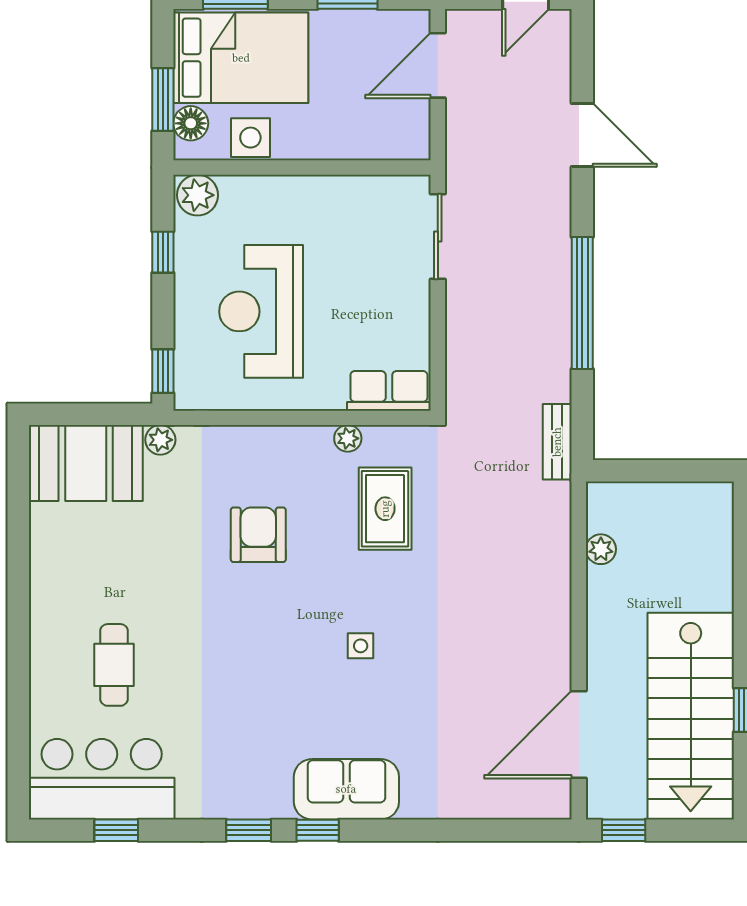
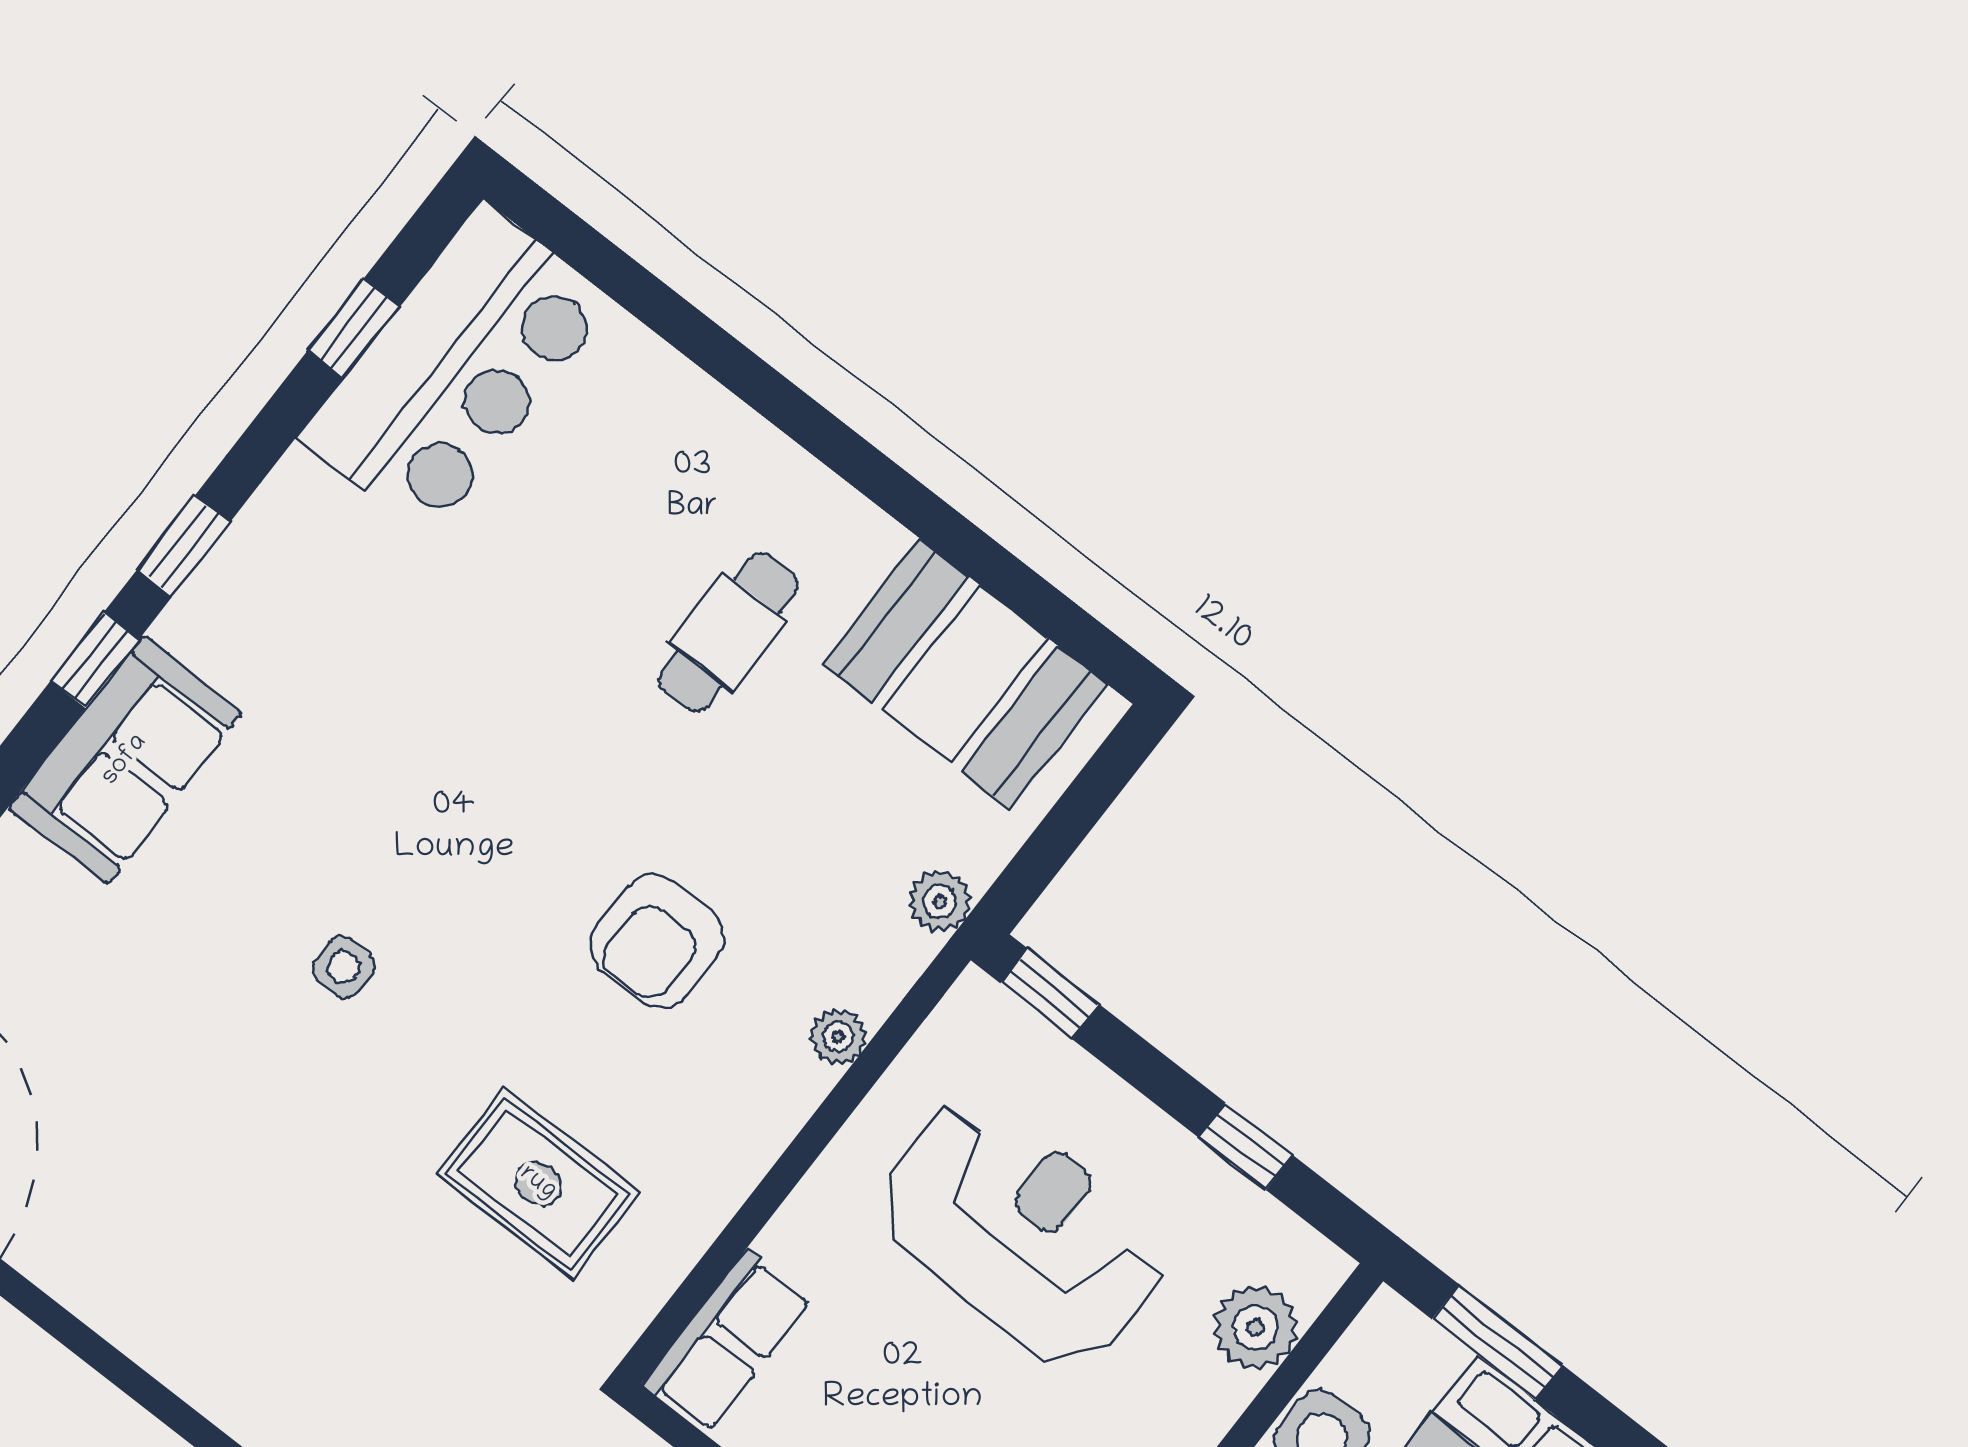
floor lamp: (191, 123) -> (1422, 1357), removed
plant: (197, 195) -> (1256, 1327), moved
plant: (348, 438) -> (838, 1037), moved
booth: (86, 463) -> (965, 674), moved, turned 90
armchair: (258, 535) -> (658, 941), turned 90
cafe table: (114, 665) -> (728, 632), moved, turned 90

